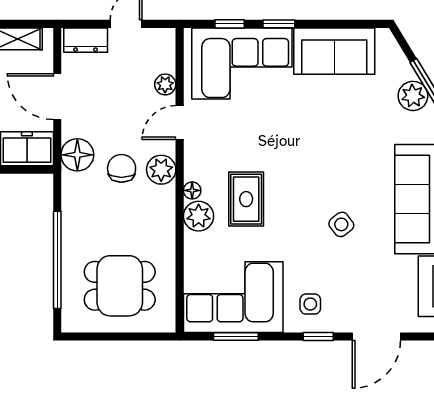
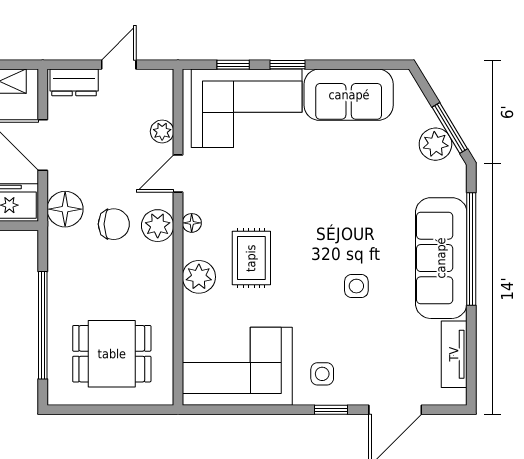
chair: (122, 168) -> (114, 224), turned 90
floor lamp: (192, 190) -> (192, 223), moved
side table: (341, 224) -> (356, 286), turned 38
window: (236, 337) -> (240, 410), removed

